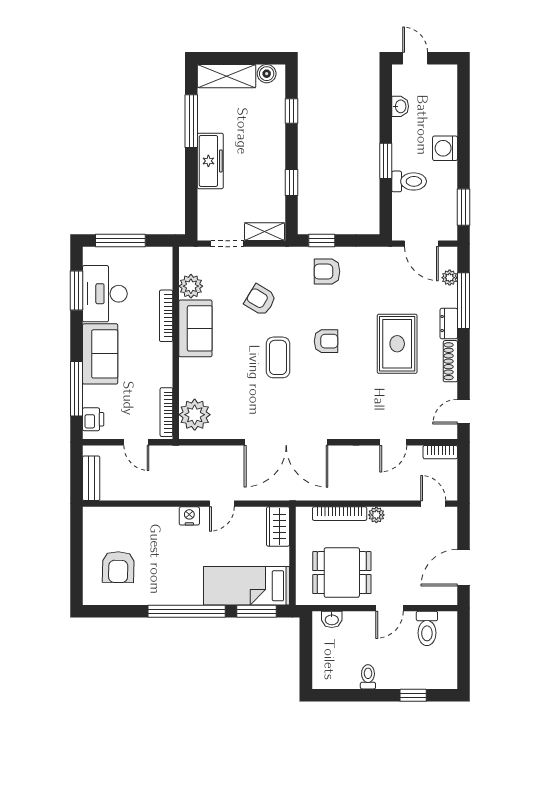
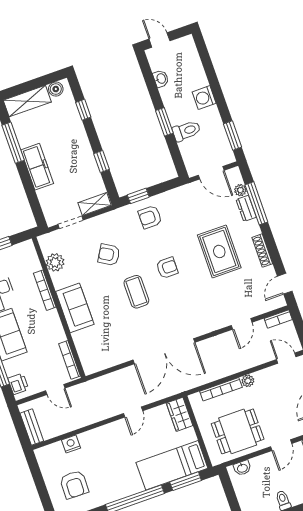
dresser: (449, 324) -> (246, 208), moved
sofa: (195, 328) -> (75, 308), moved
plant: (195, 415) -> (91, 355), removed
nightstand: (189, 516) -> (71, 444), moved

